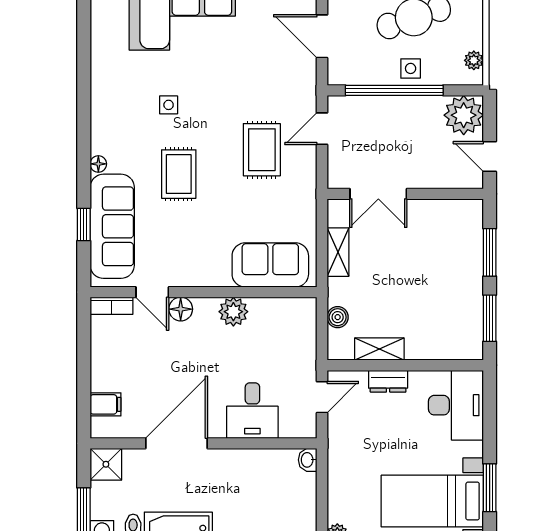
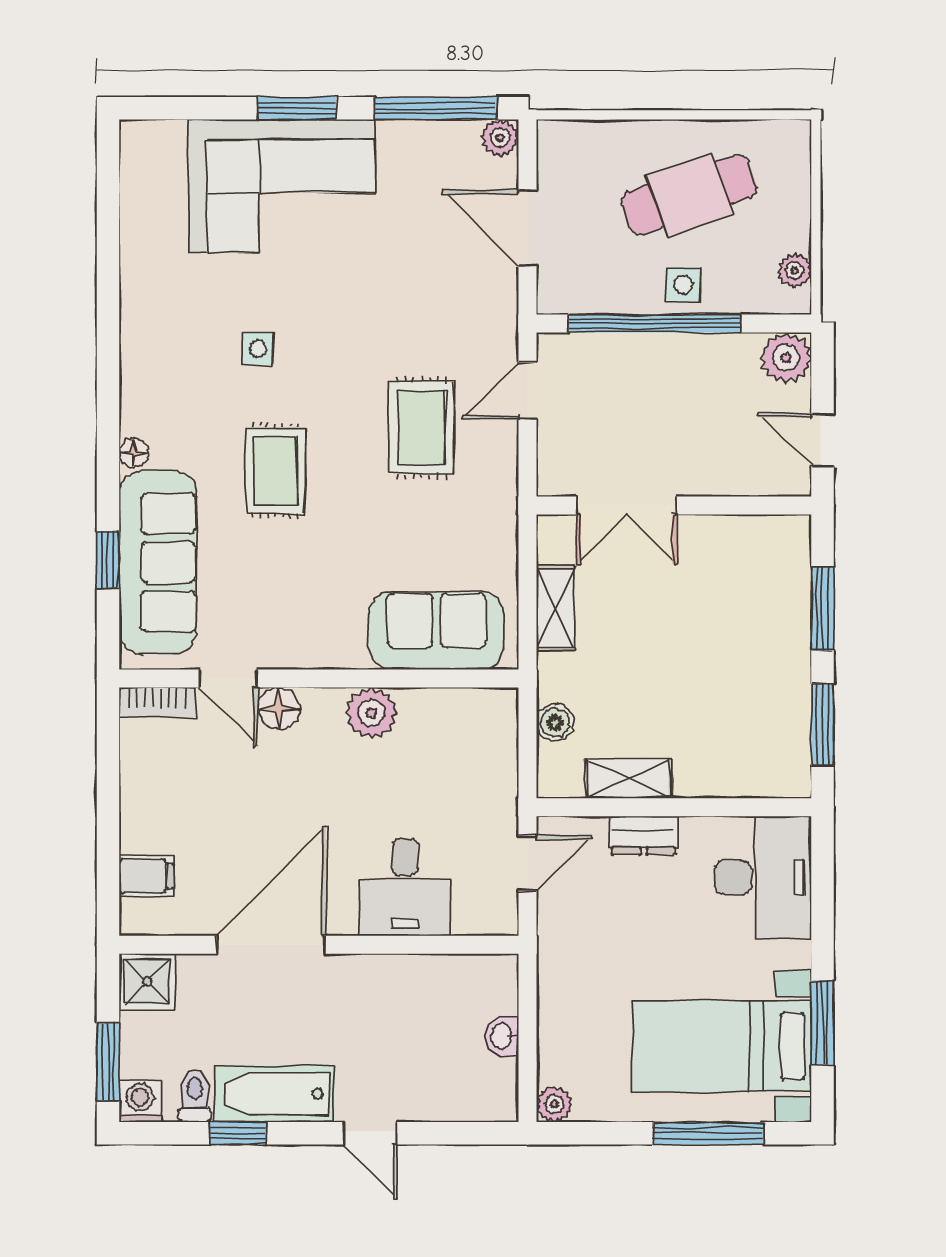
plant: (464, 115) -> (786, 358), width x0.73, depth x0.73
washbasin: (308, 460) -> (502, 1036), moved

